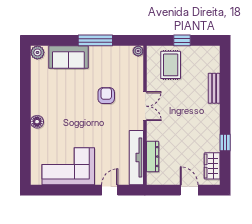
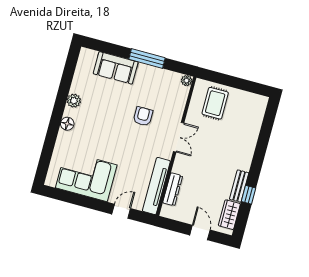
window: (182, 40) -> (233, 82), removed
plant: (37, 52) -> (74, 101), moved
bench: (214, 88) -> (239, 186), moved

